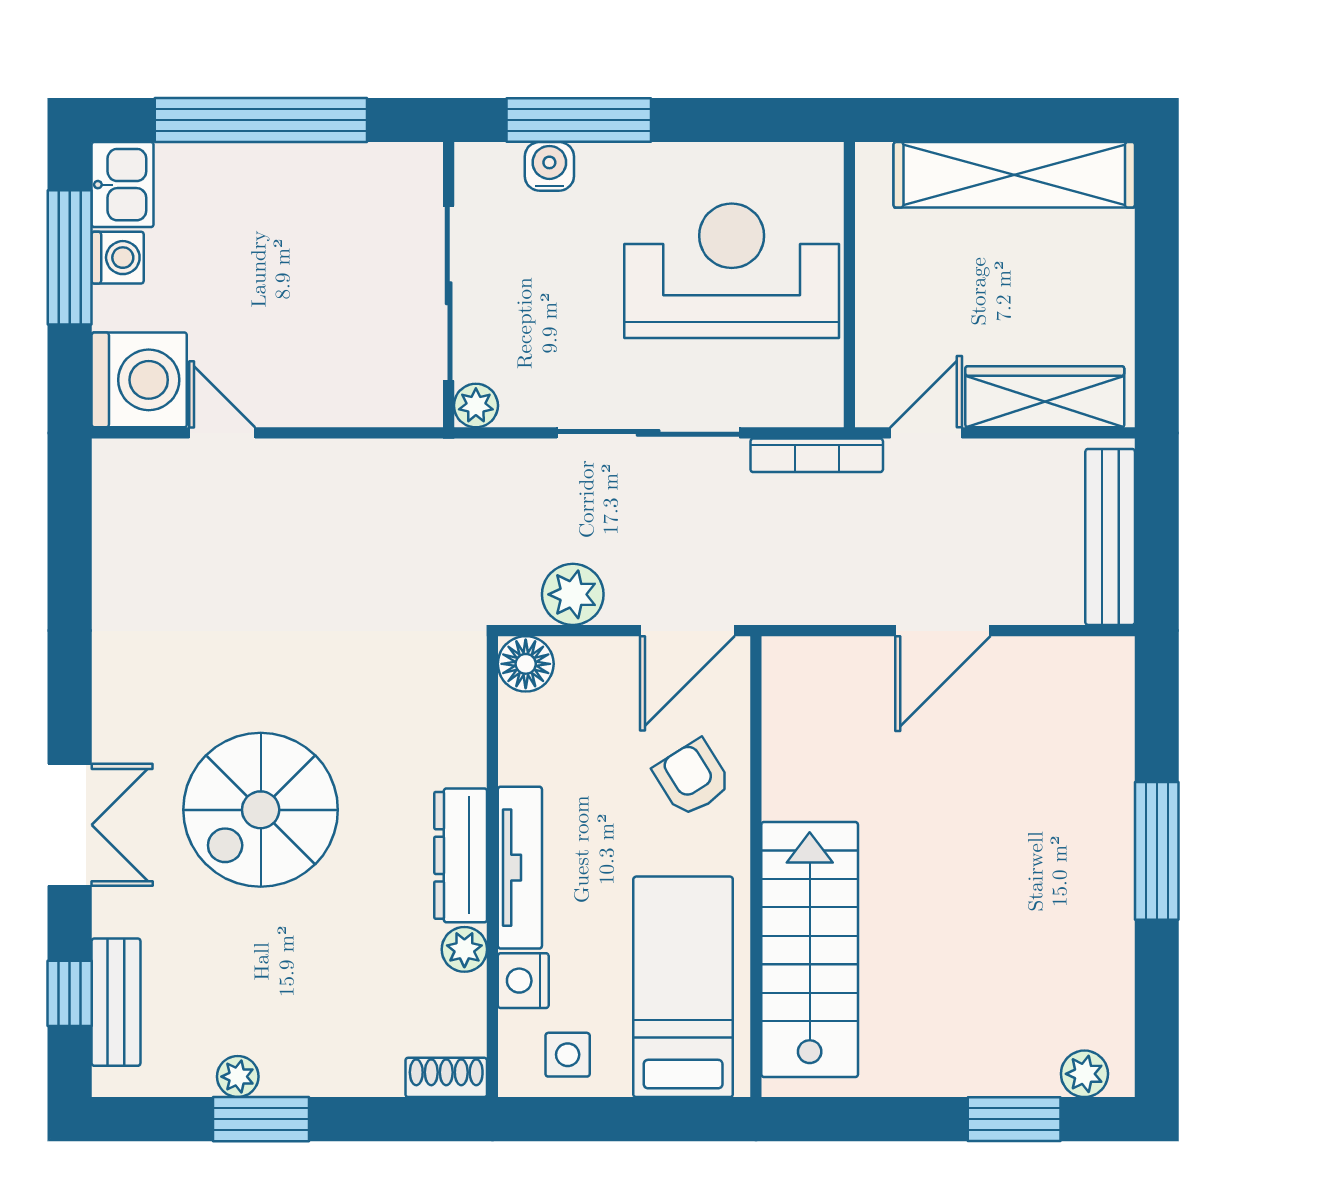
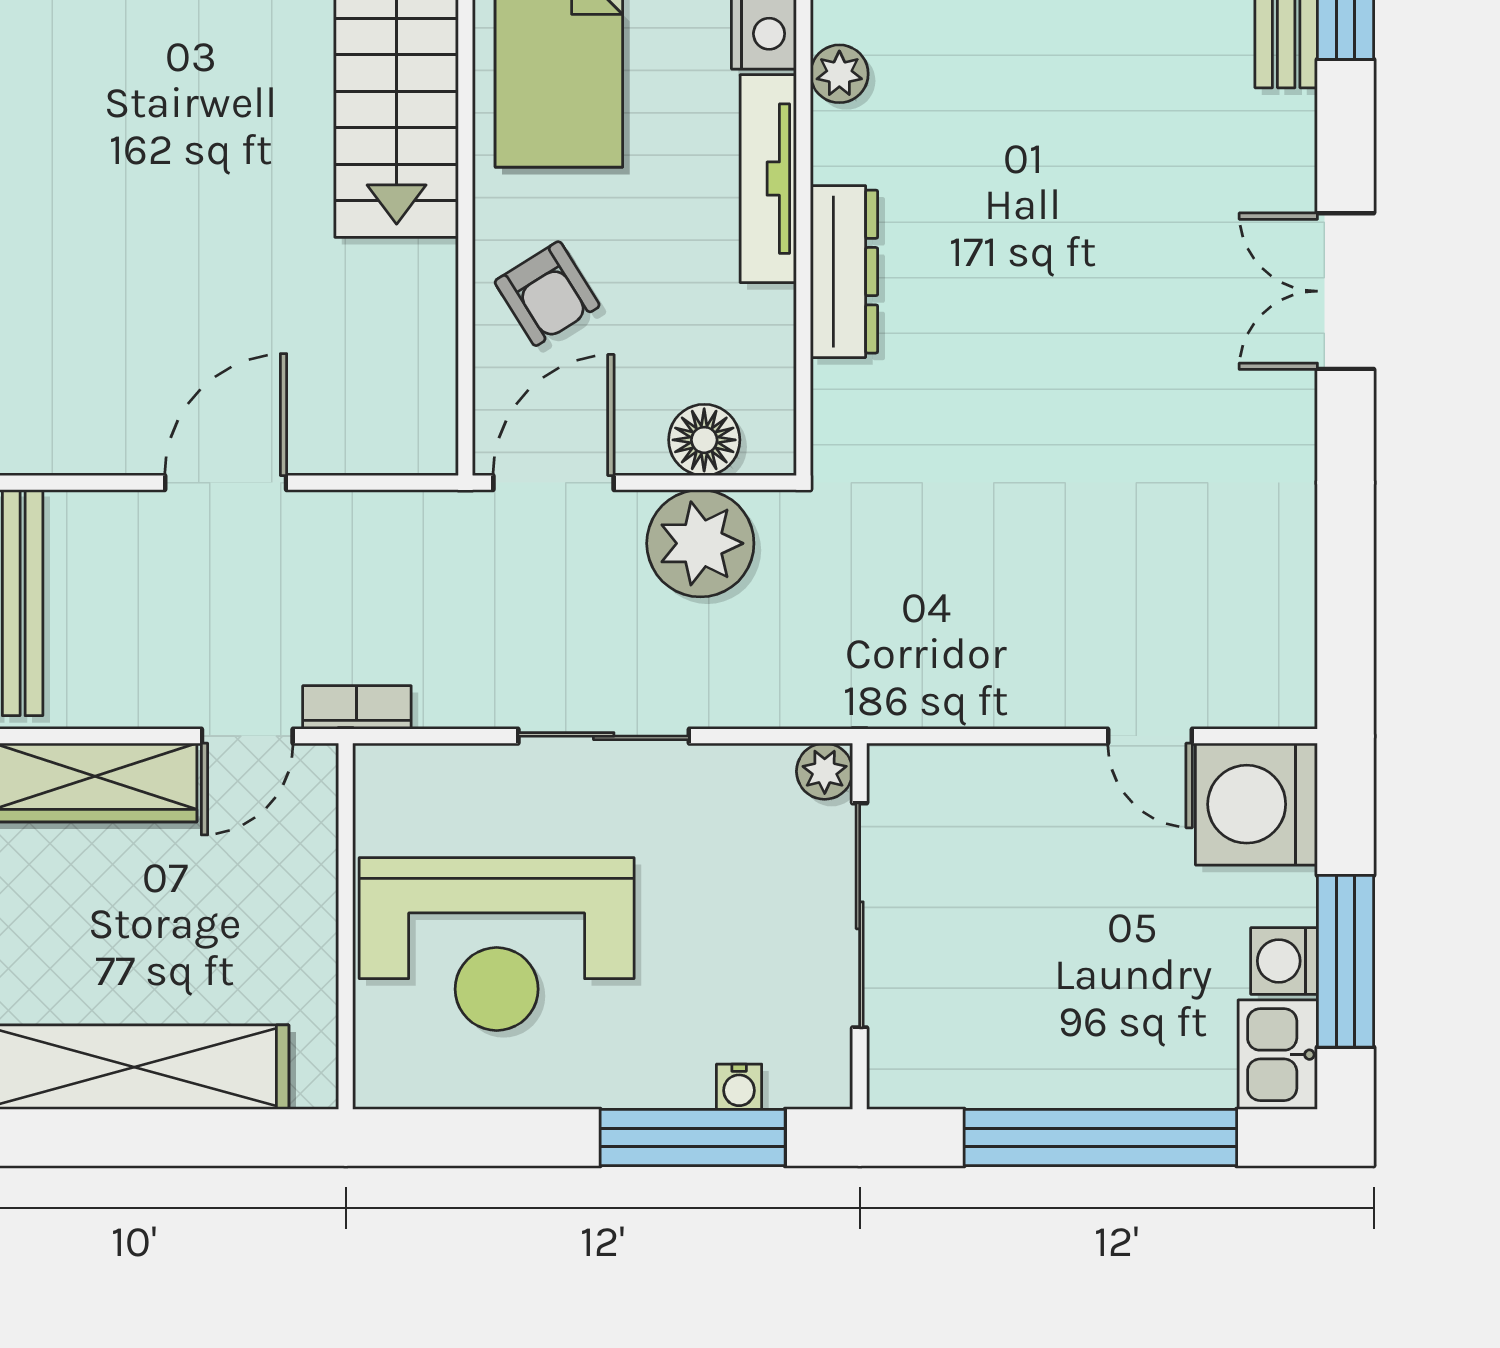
water cooler: (549, 166) -> (739, 1087), width x0.72, depth x0.72
sliding door: (648, 433) -> (604, 736), width x0.73
bookcase: (817, 455) -> (357, 707), width x0.64
plant: (573, 594) -> (700, 543), width x1.36, depth x1.36
floor lamp: (526, 664) -> (704, 440), moved
spiral stairs: (261, 810) -> (1101, 253), removed
double door: (70, 825) -> (1346, 291), moved
dresser: (461, 855) -> (844, 272), moved

